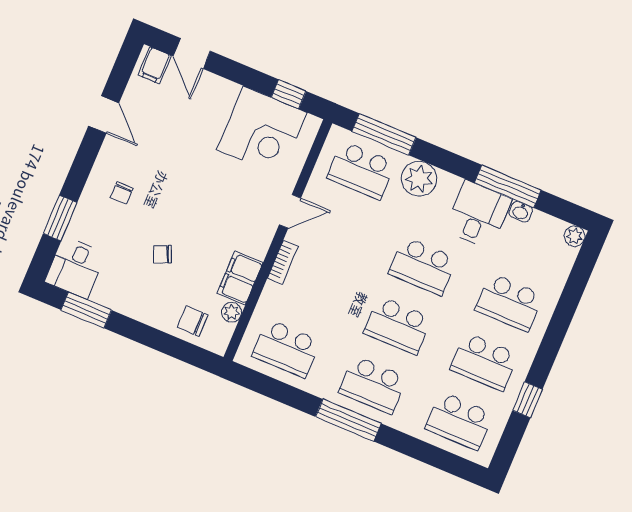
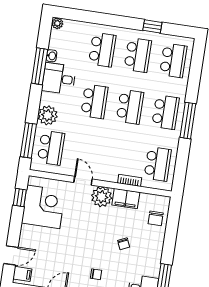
bookcase: (283, 262) -> (130, 180), moved
plant: (232, 312) -> (102, 197), moved, width x1.87, depth x1.87

